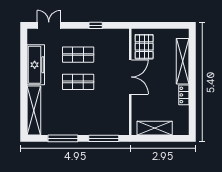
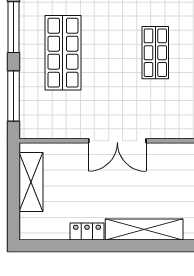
pallet: (144, 47) -> (169, 164), removed
shop shelf: (78, 82) -> (63, 53), moved, width x1.43, depth x1.36

